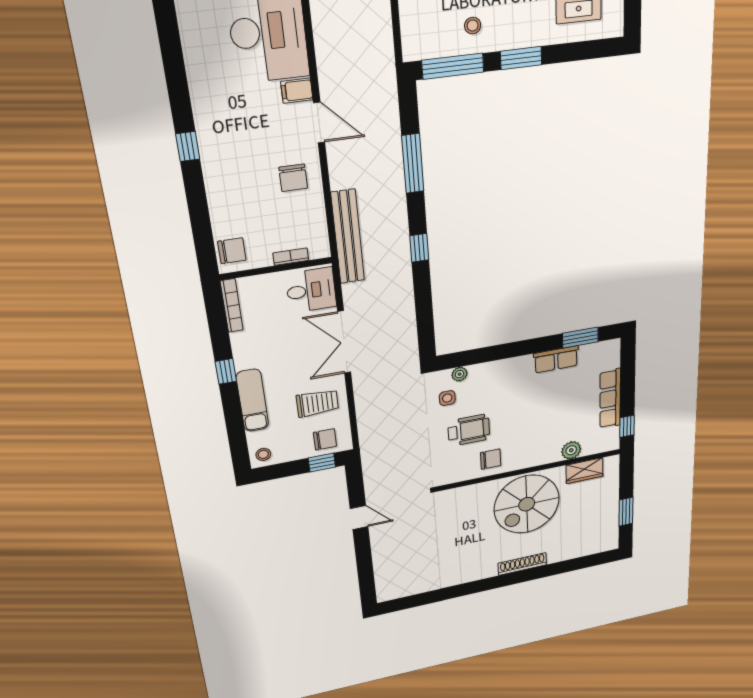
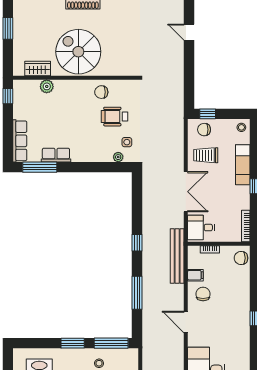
filing cabinet: (297, 91) -> (195, 275), moved
window: (580, 338) -> (40, 167), width x1.44
row of seats: (610, 399) -> (20, 141), moved
spiral stairs: (527, 504) -> (78, 52), turned -90
door: (359, 518) -> (189, 32), moved

